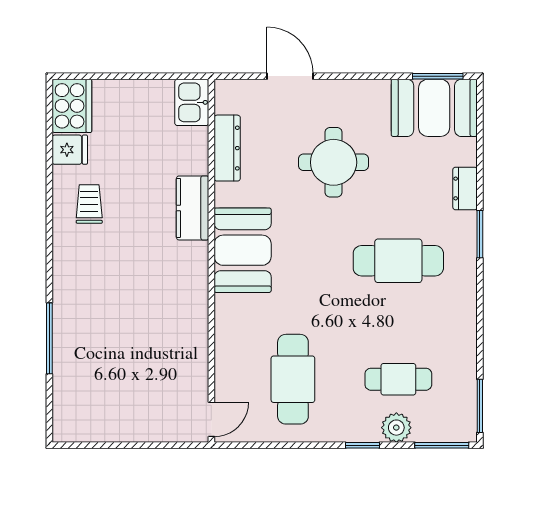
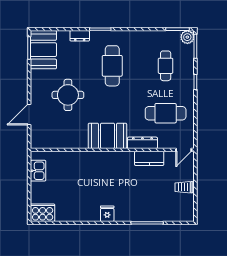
kitchen sink: (192, 102) -> (38, 171), moved, turned -90
dresser: (227, 148) -> (142, 143), moved
fridge: (70, 150) -> (107, 214), moved
trolley: (89, 204) -> (184, 187), moved
kitchen counter: (193, 208) -> (149, 158), moved
door: (211, 419) -> (184, 150), swing flipped
plant: (396, 428) -> (187, 37), moved

